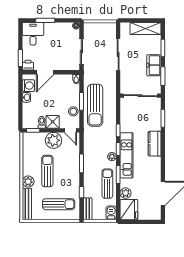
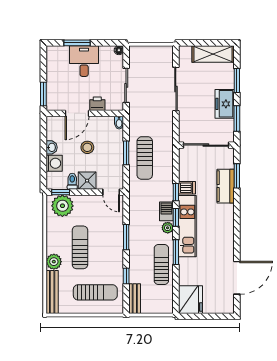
desk: (33, 34) -> (84, 61), moved
printer: (28, 65) -> (97, 104), moved
washing machine: (28, 86) -> (54, 163), moved
sun lounger: (95, 105) -> (145, 158), width x0.73, depth x0.75
stool: (73, 111) -> (87, 147), moved
dishwasher: (126, 127) -> (187, 188), added
plant: (53, 140) -> (62, 206), moved
kitchen counter: (155, 144) -> (226, 186), moved
plant: (126, 193) -> (186, 277), removed
barbecue: (111, 213) -> (166, 211), moved

